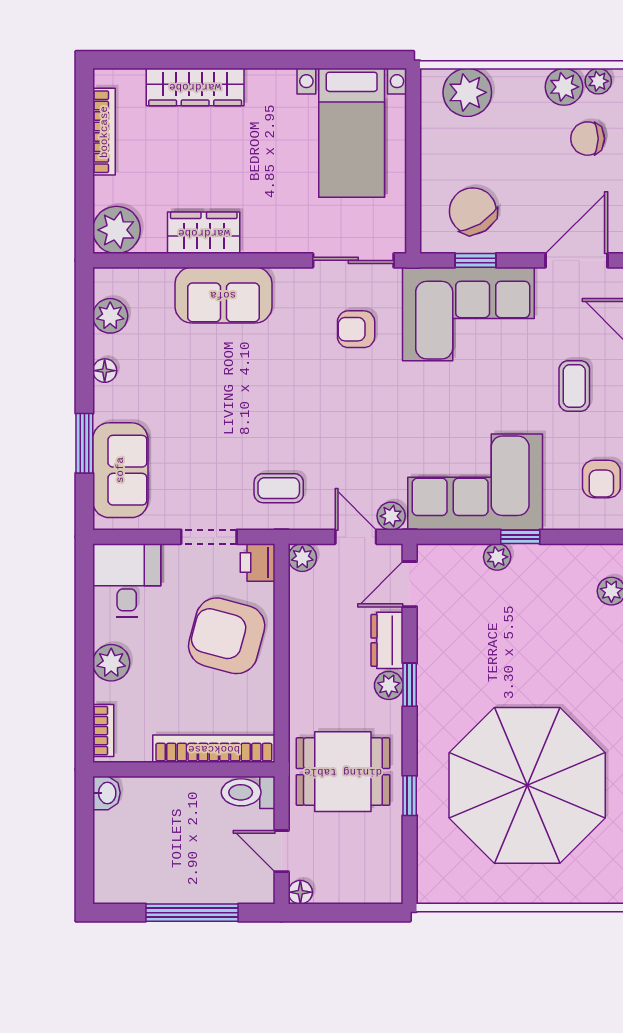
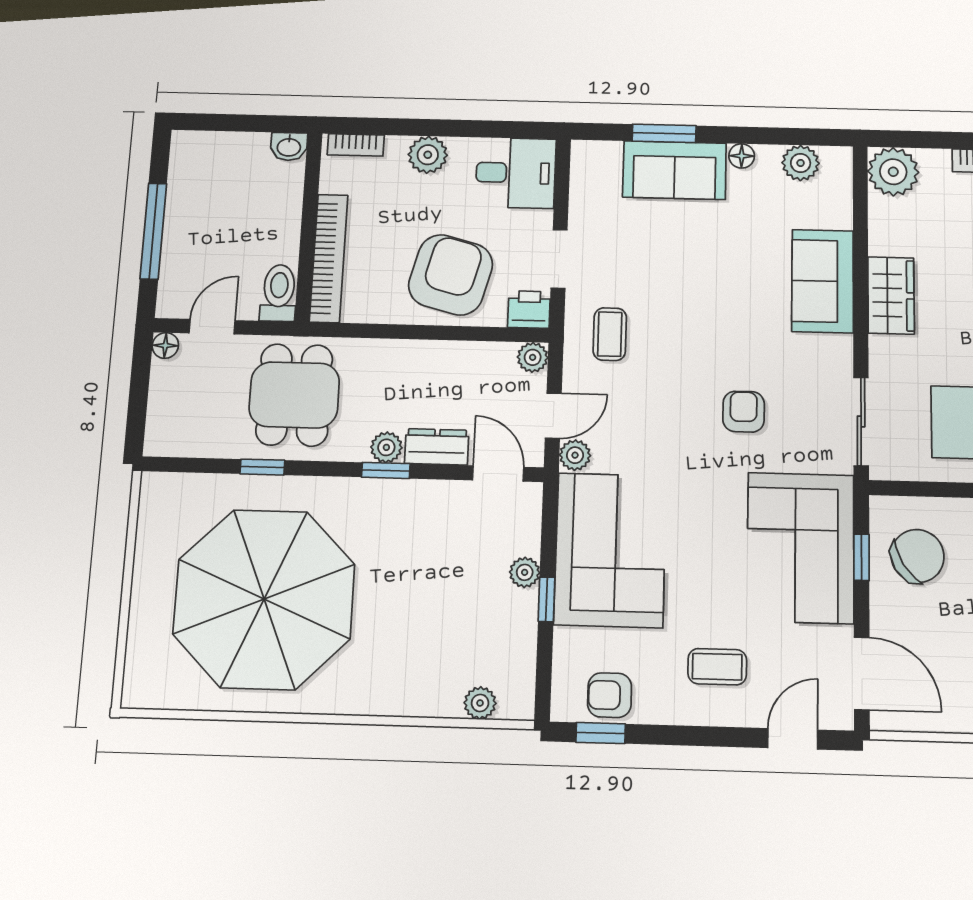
wardrobe: (204, 233) -> (891, 295), moved
armchair: (356, 329) -> (744, 412), moved
sofa: (120, 470) -> (674, 170), moved

